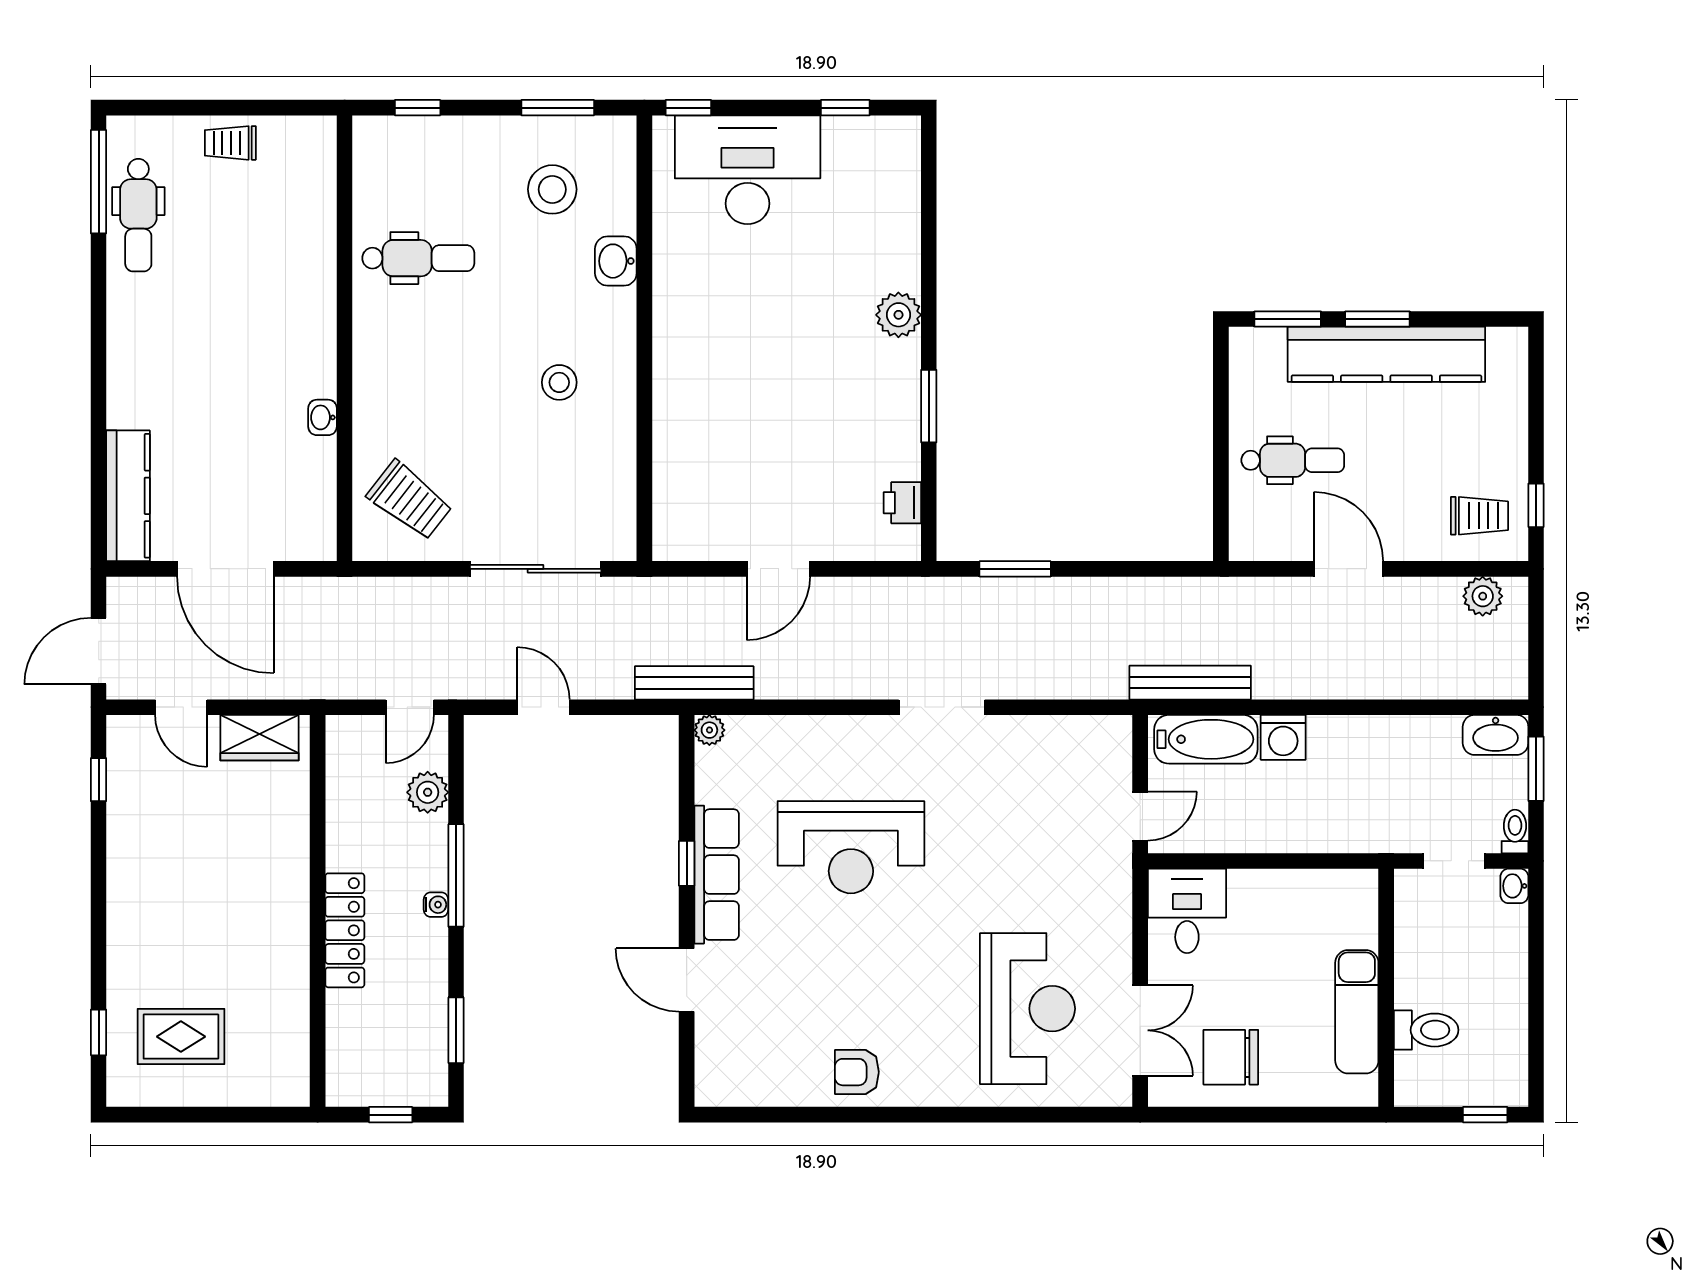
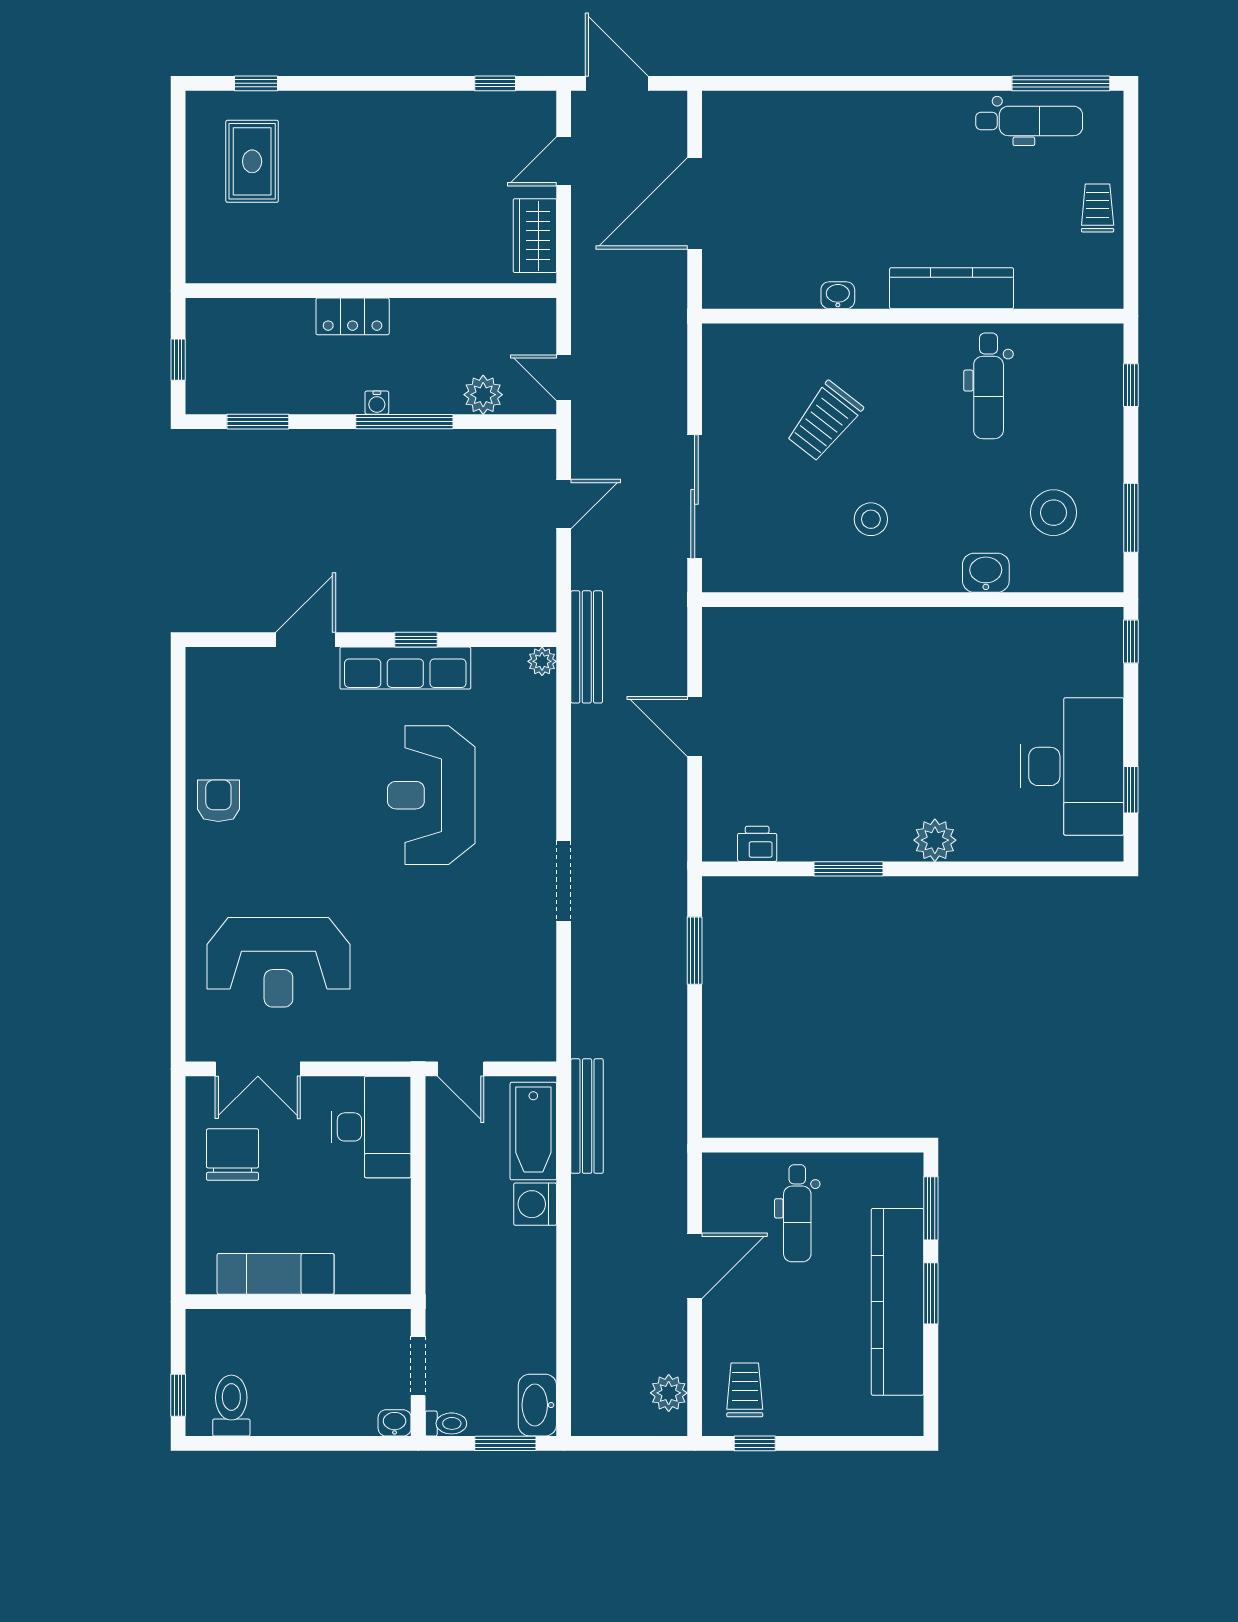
desk: (748, 170) -> (1072, 766), moved
dental chair: (138, 215) -> (1029, 121), turned 180
kitchen counter: (128, 496) -> (952, 288), moved, turned 180
trolley: (410, 500) -> (824, 421), moved
trolley: (1480, 516) -> (745, 1390), turned 180
desk: (1187, 911) -> (371, 1127), width x1.37
locker: (345, 930) -> (353, 316), width x0.66
toilet: (1426, 1030) -> (231, 1406), moved, turned 180

